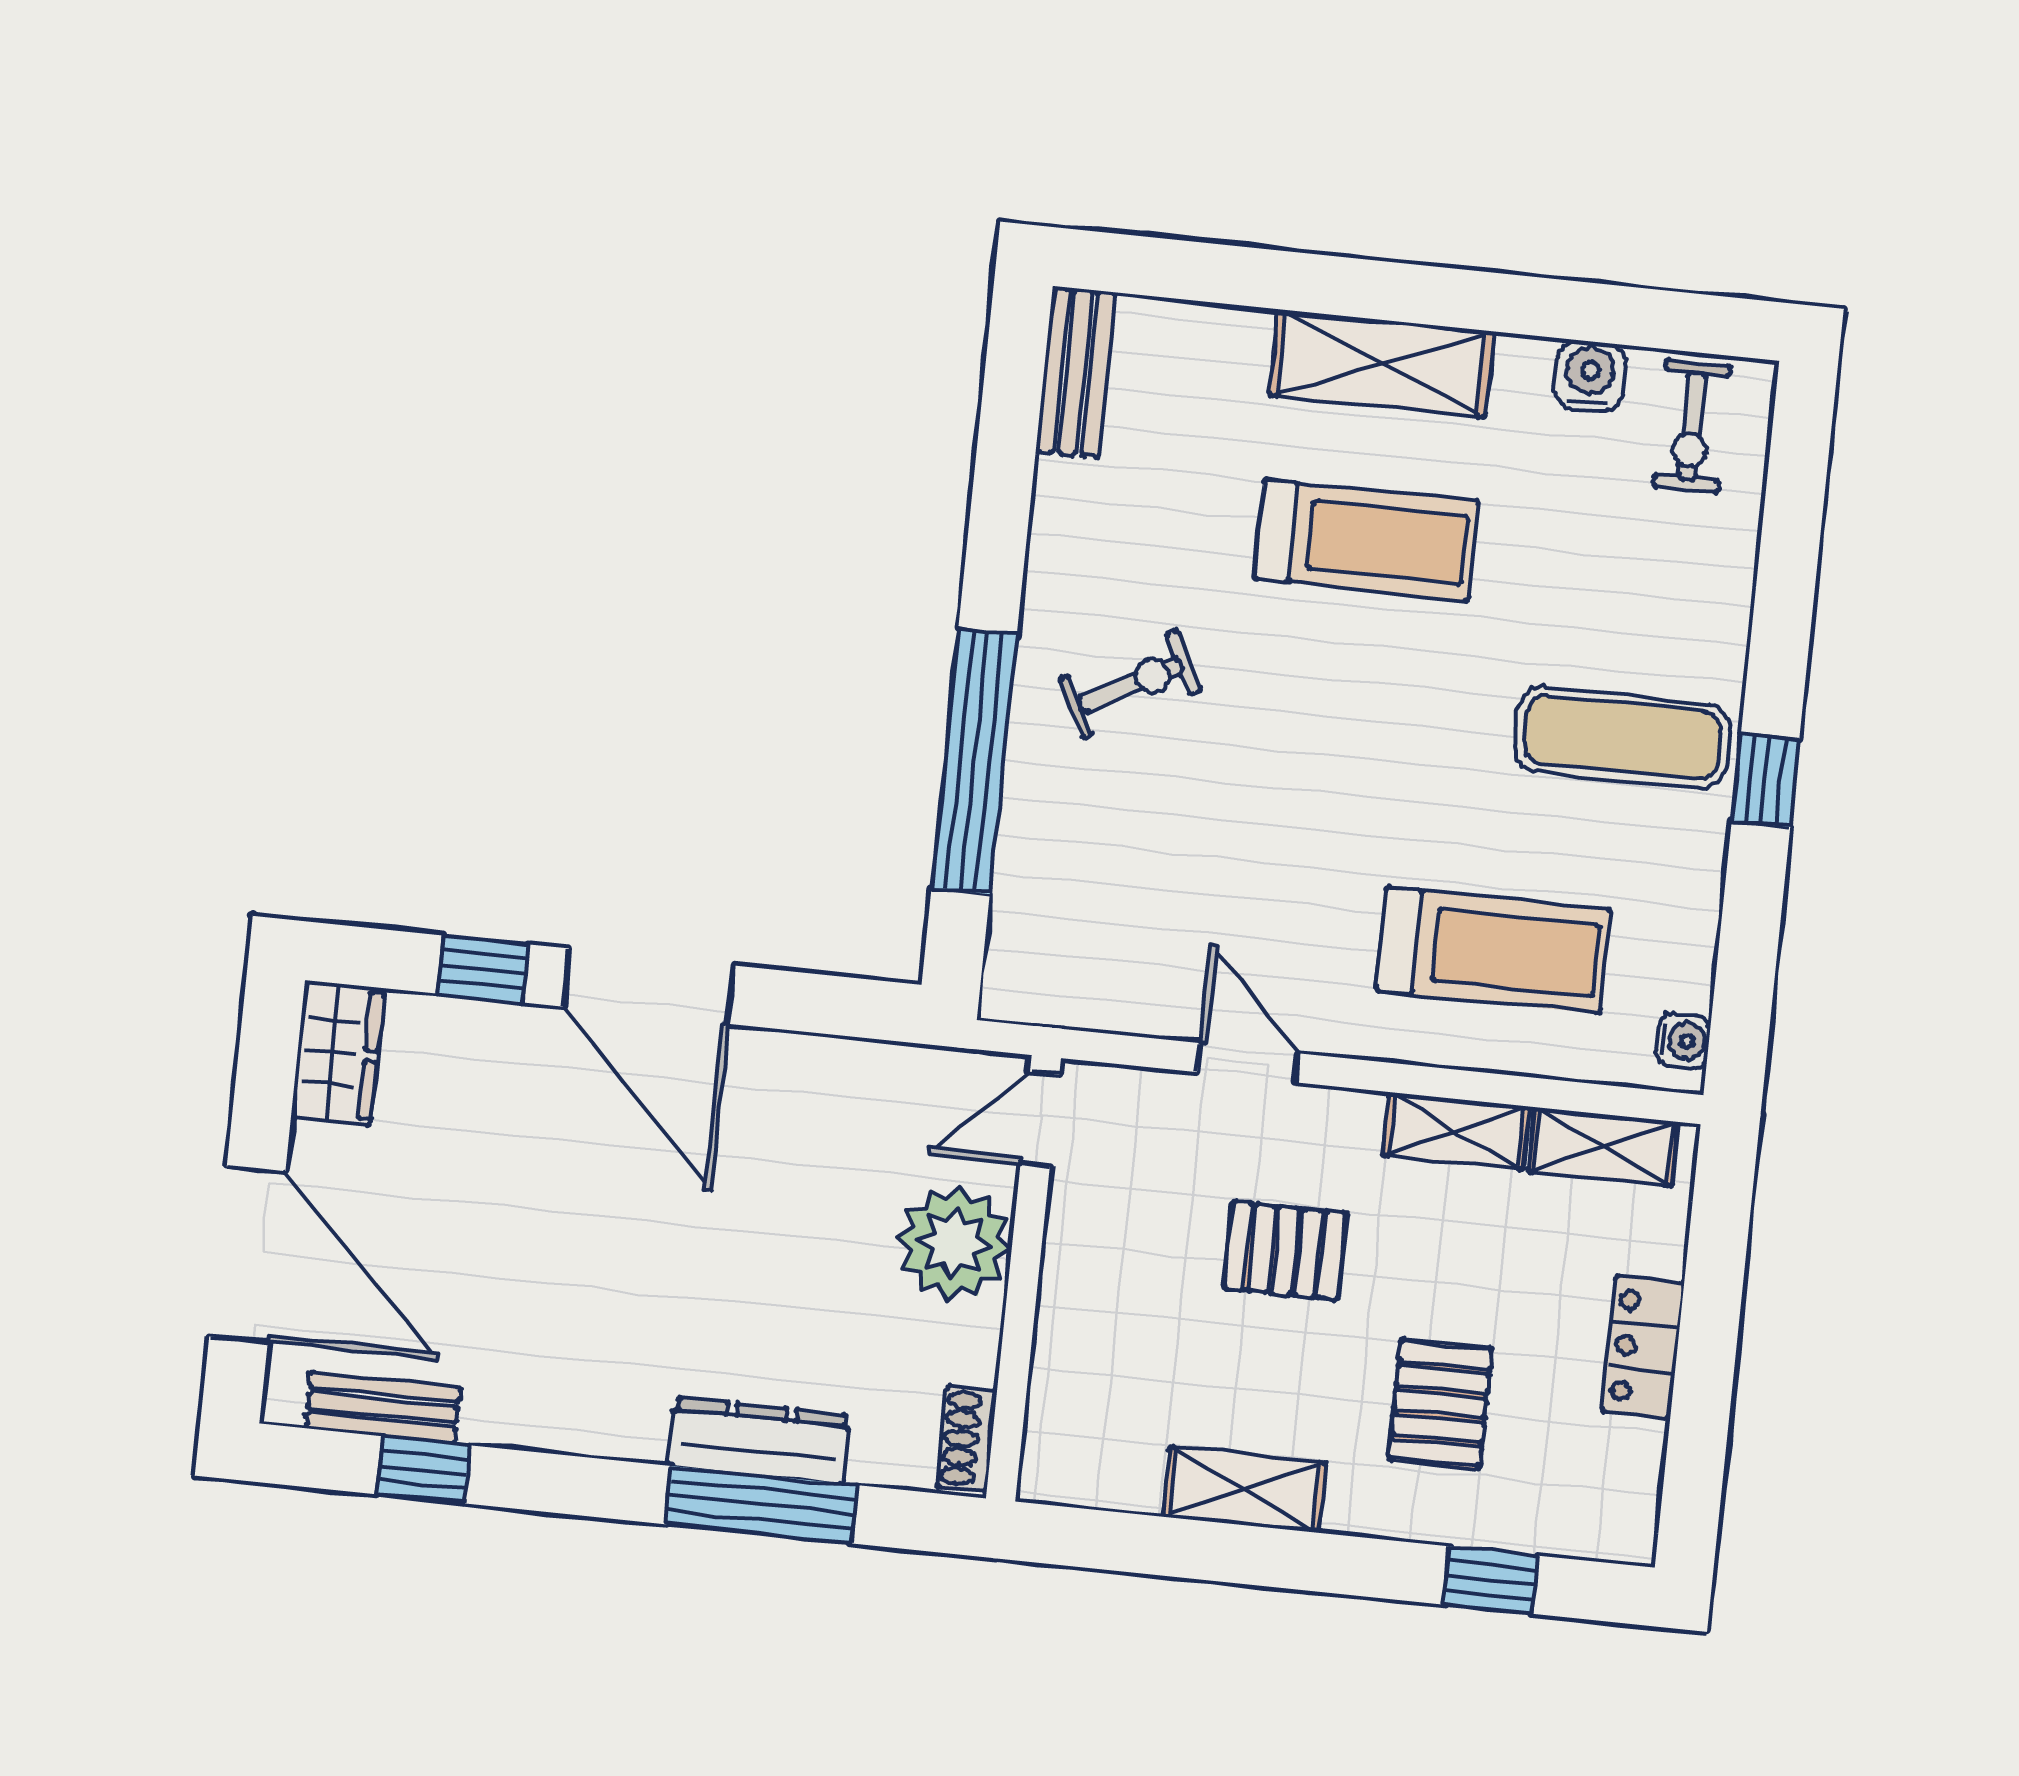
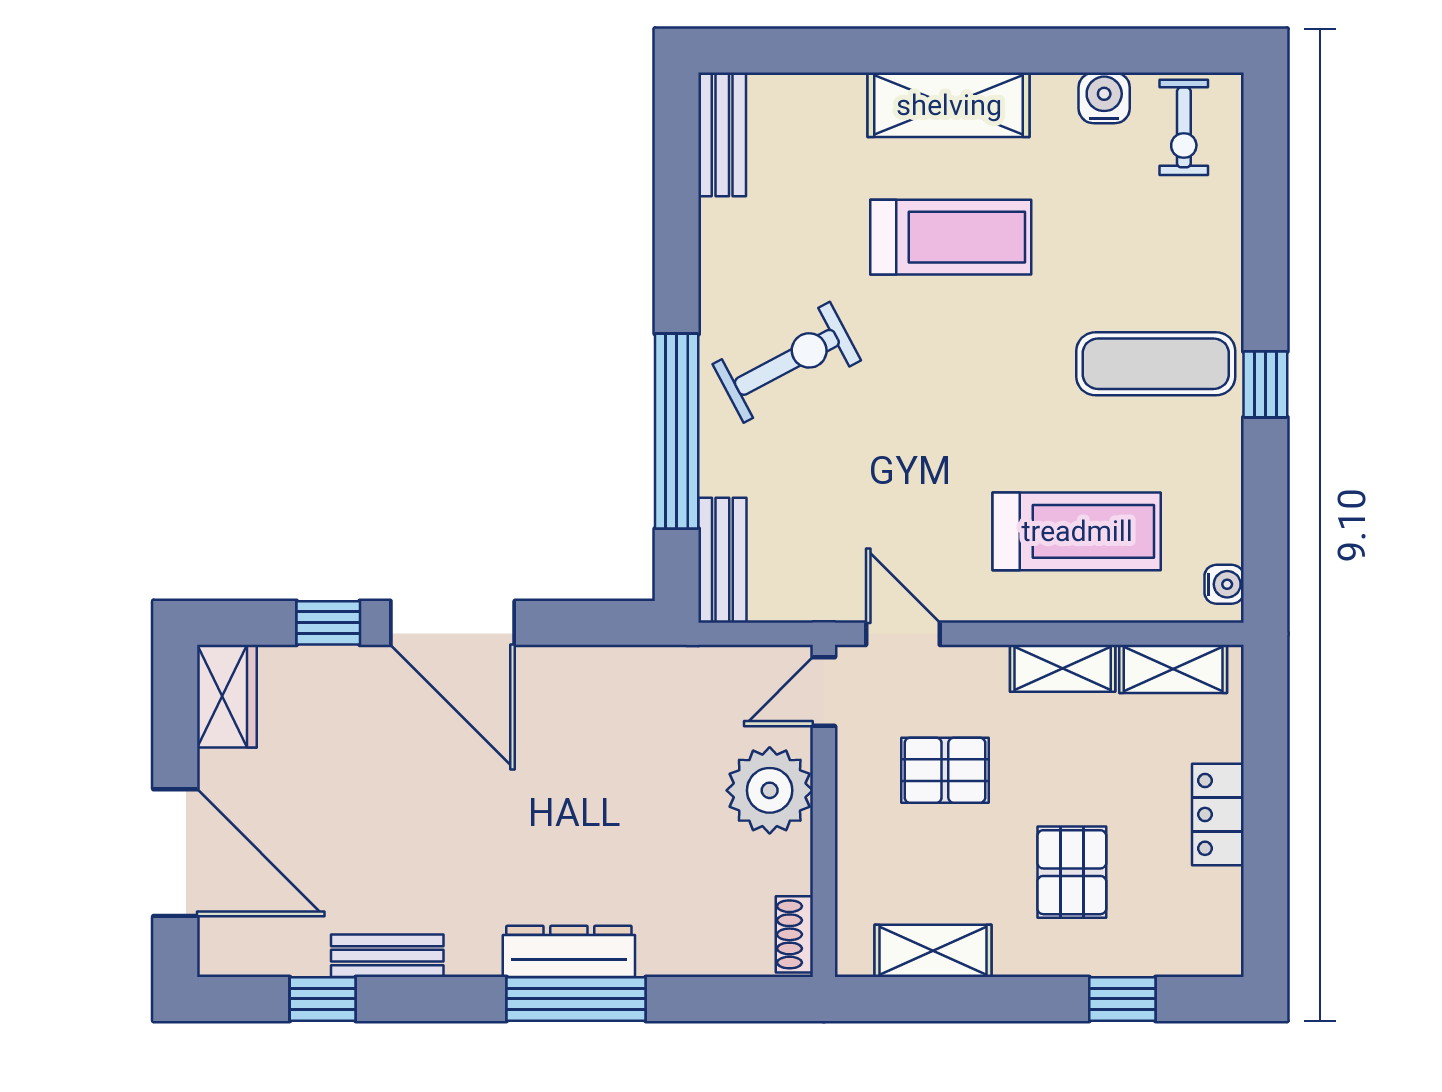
exercise bike: (1130, 685) -> (787, 362), width x1.38, depth x1.39
bench: (1017, 940) -> (722, 560), added
door: (1040, 1119) -> (824, 692), moved
plant: (954, 1243) -> (770, 790), moved
wall: (1023, 1278) -> (824, 811), moved
bench: (383, 1407) -> (387, 956), moved
shoe rack: (967, 1439) -> (794, 934), moved

